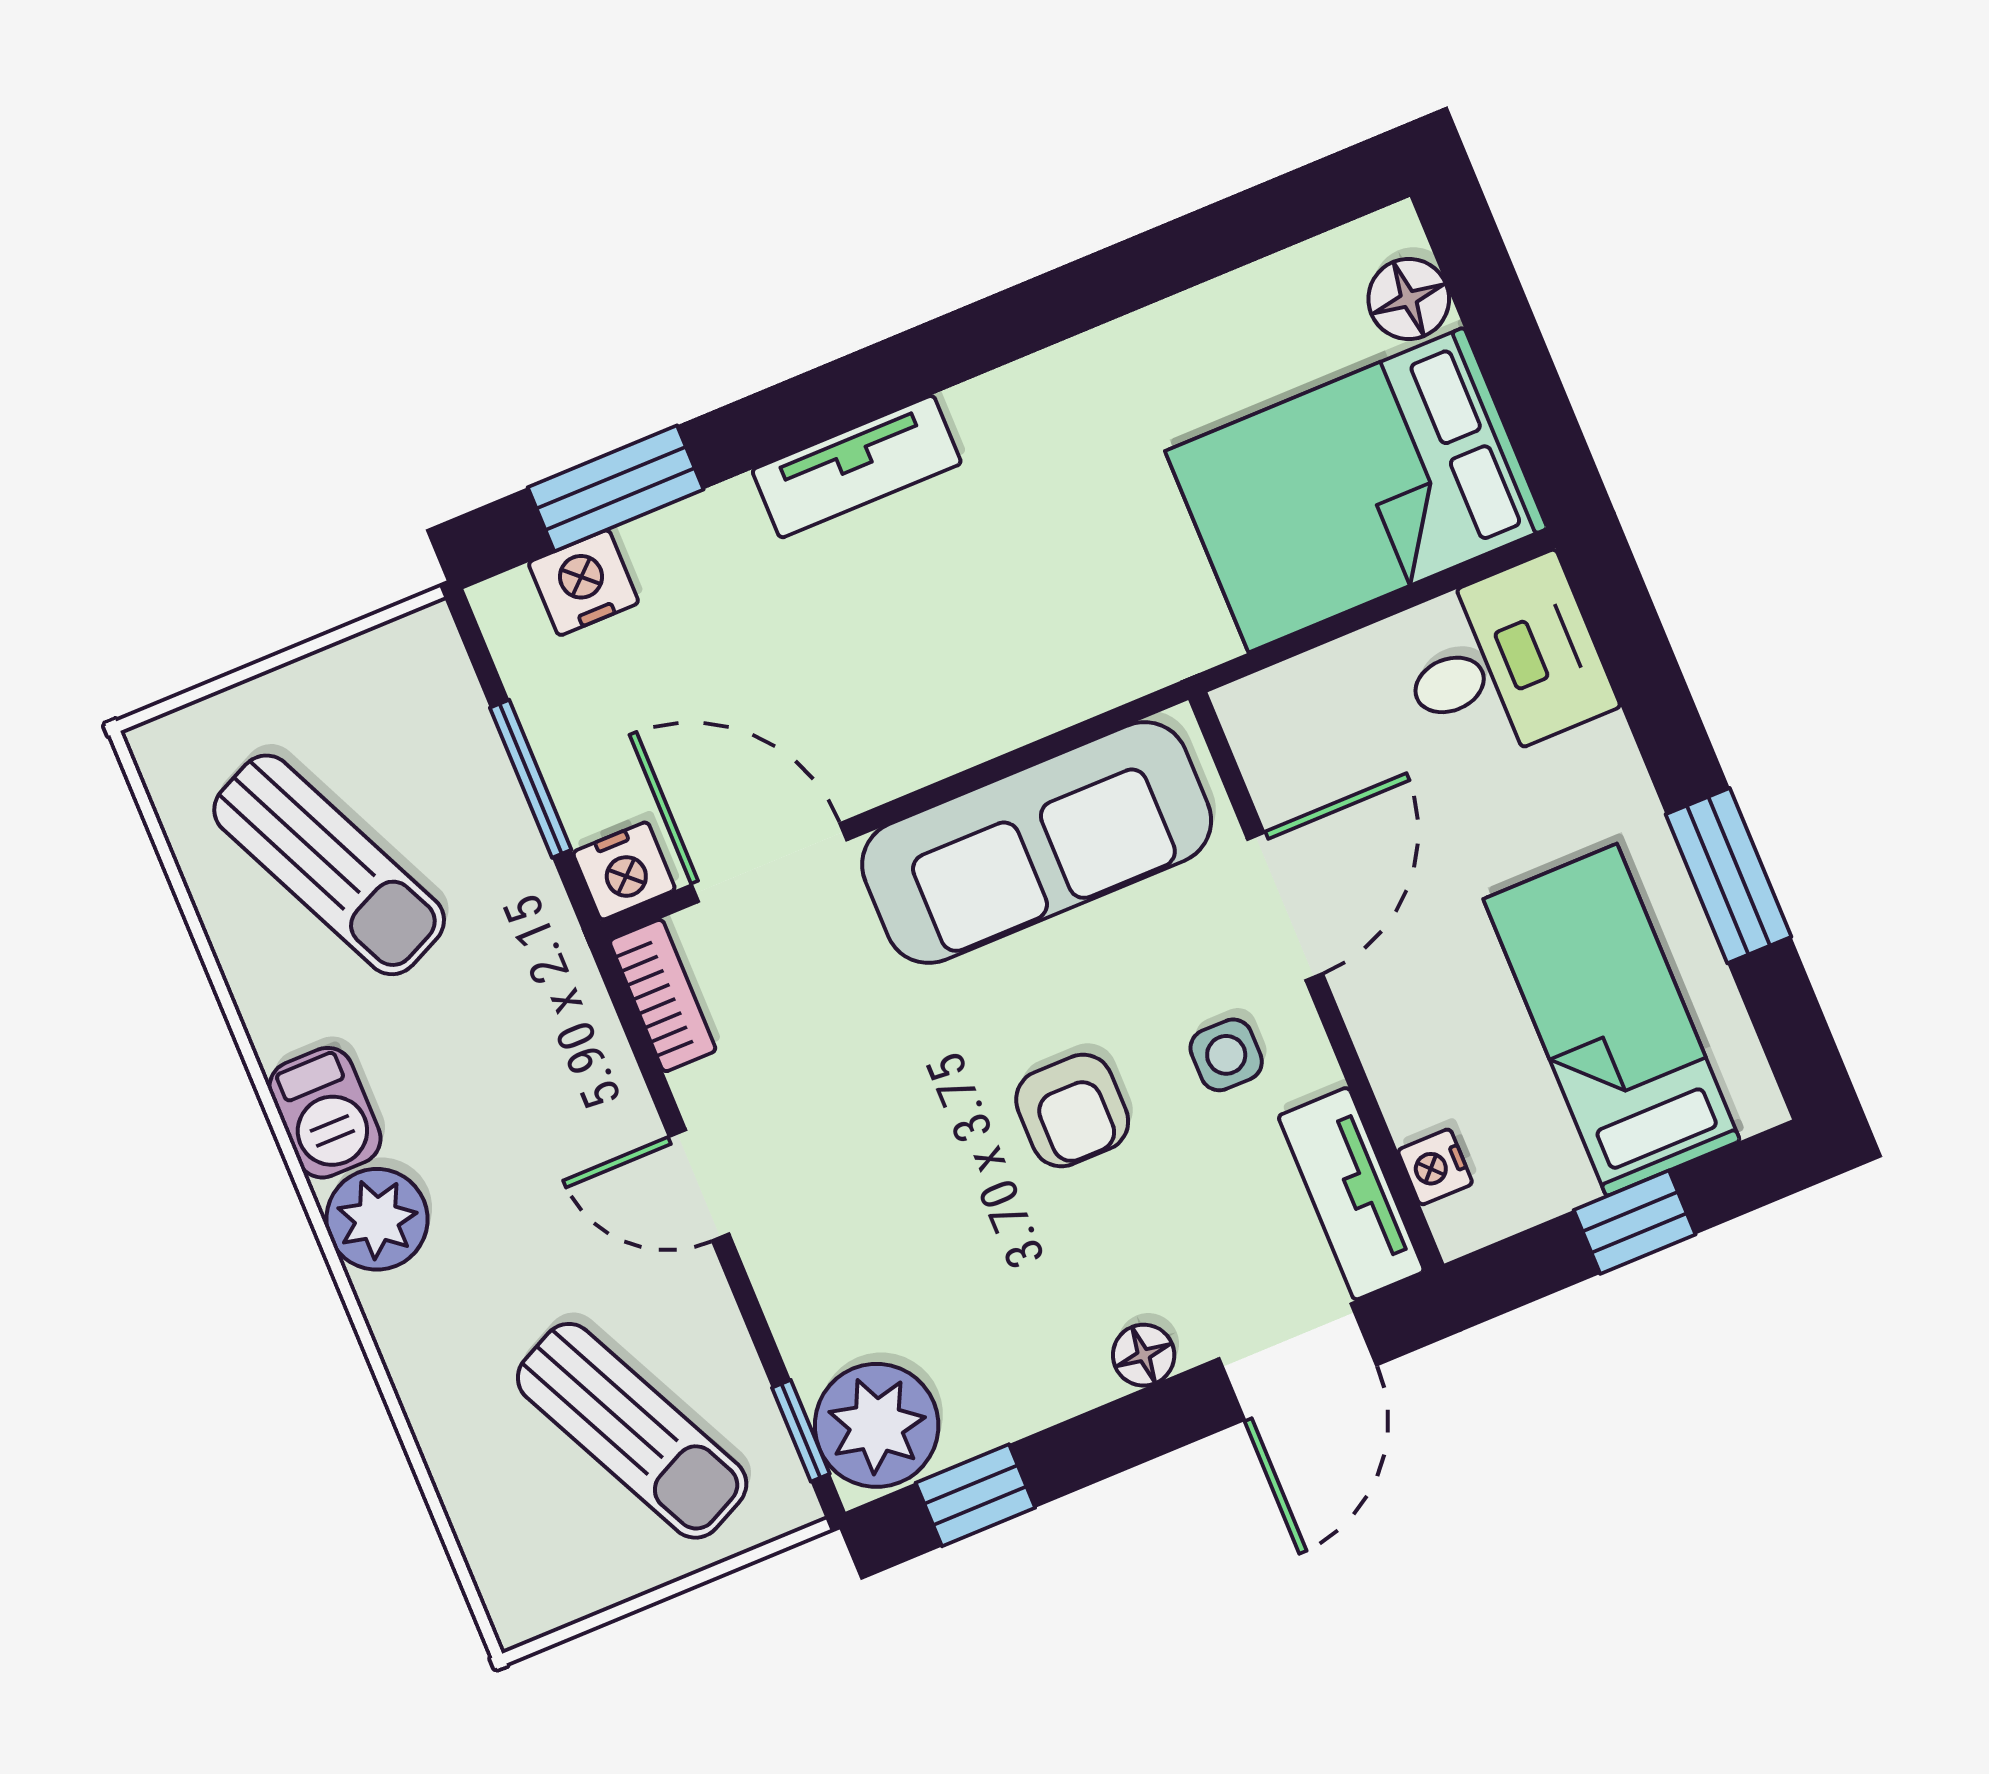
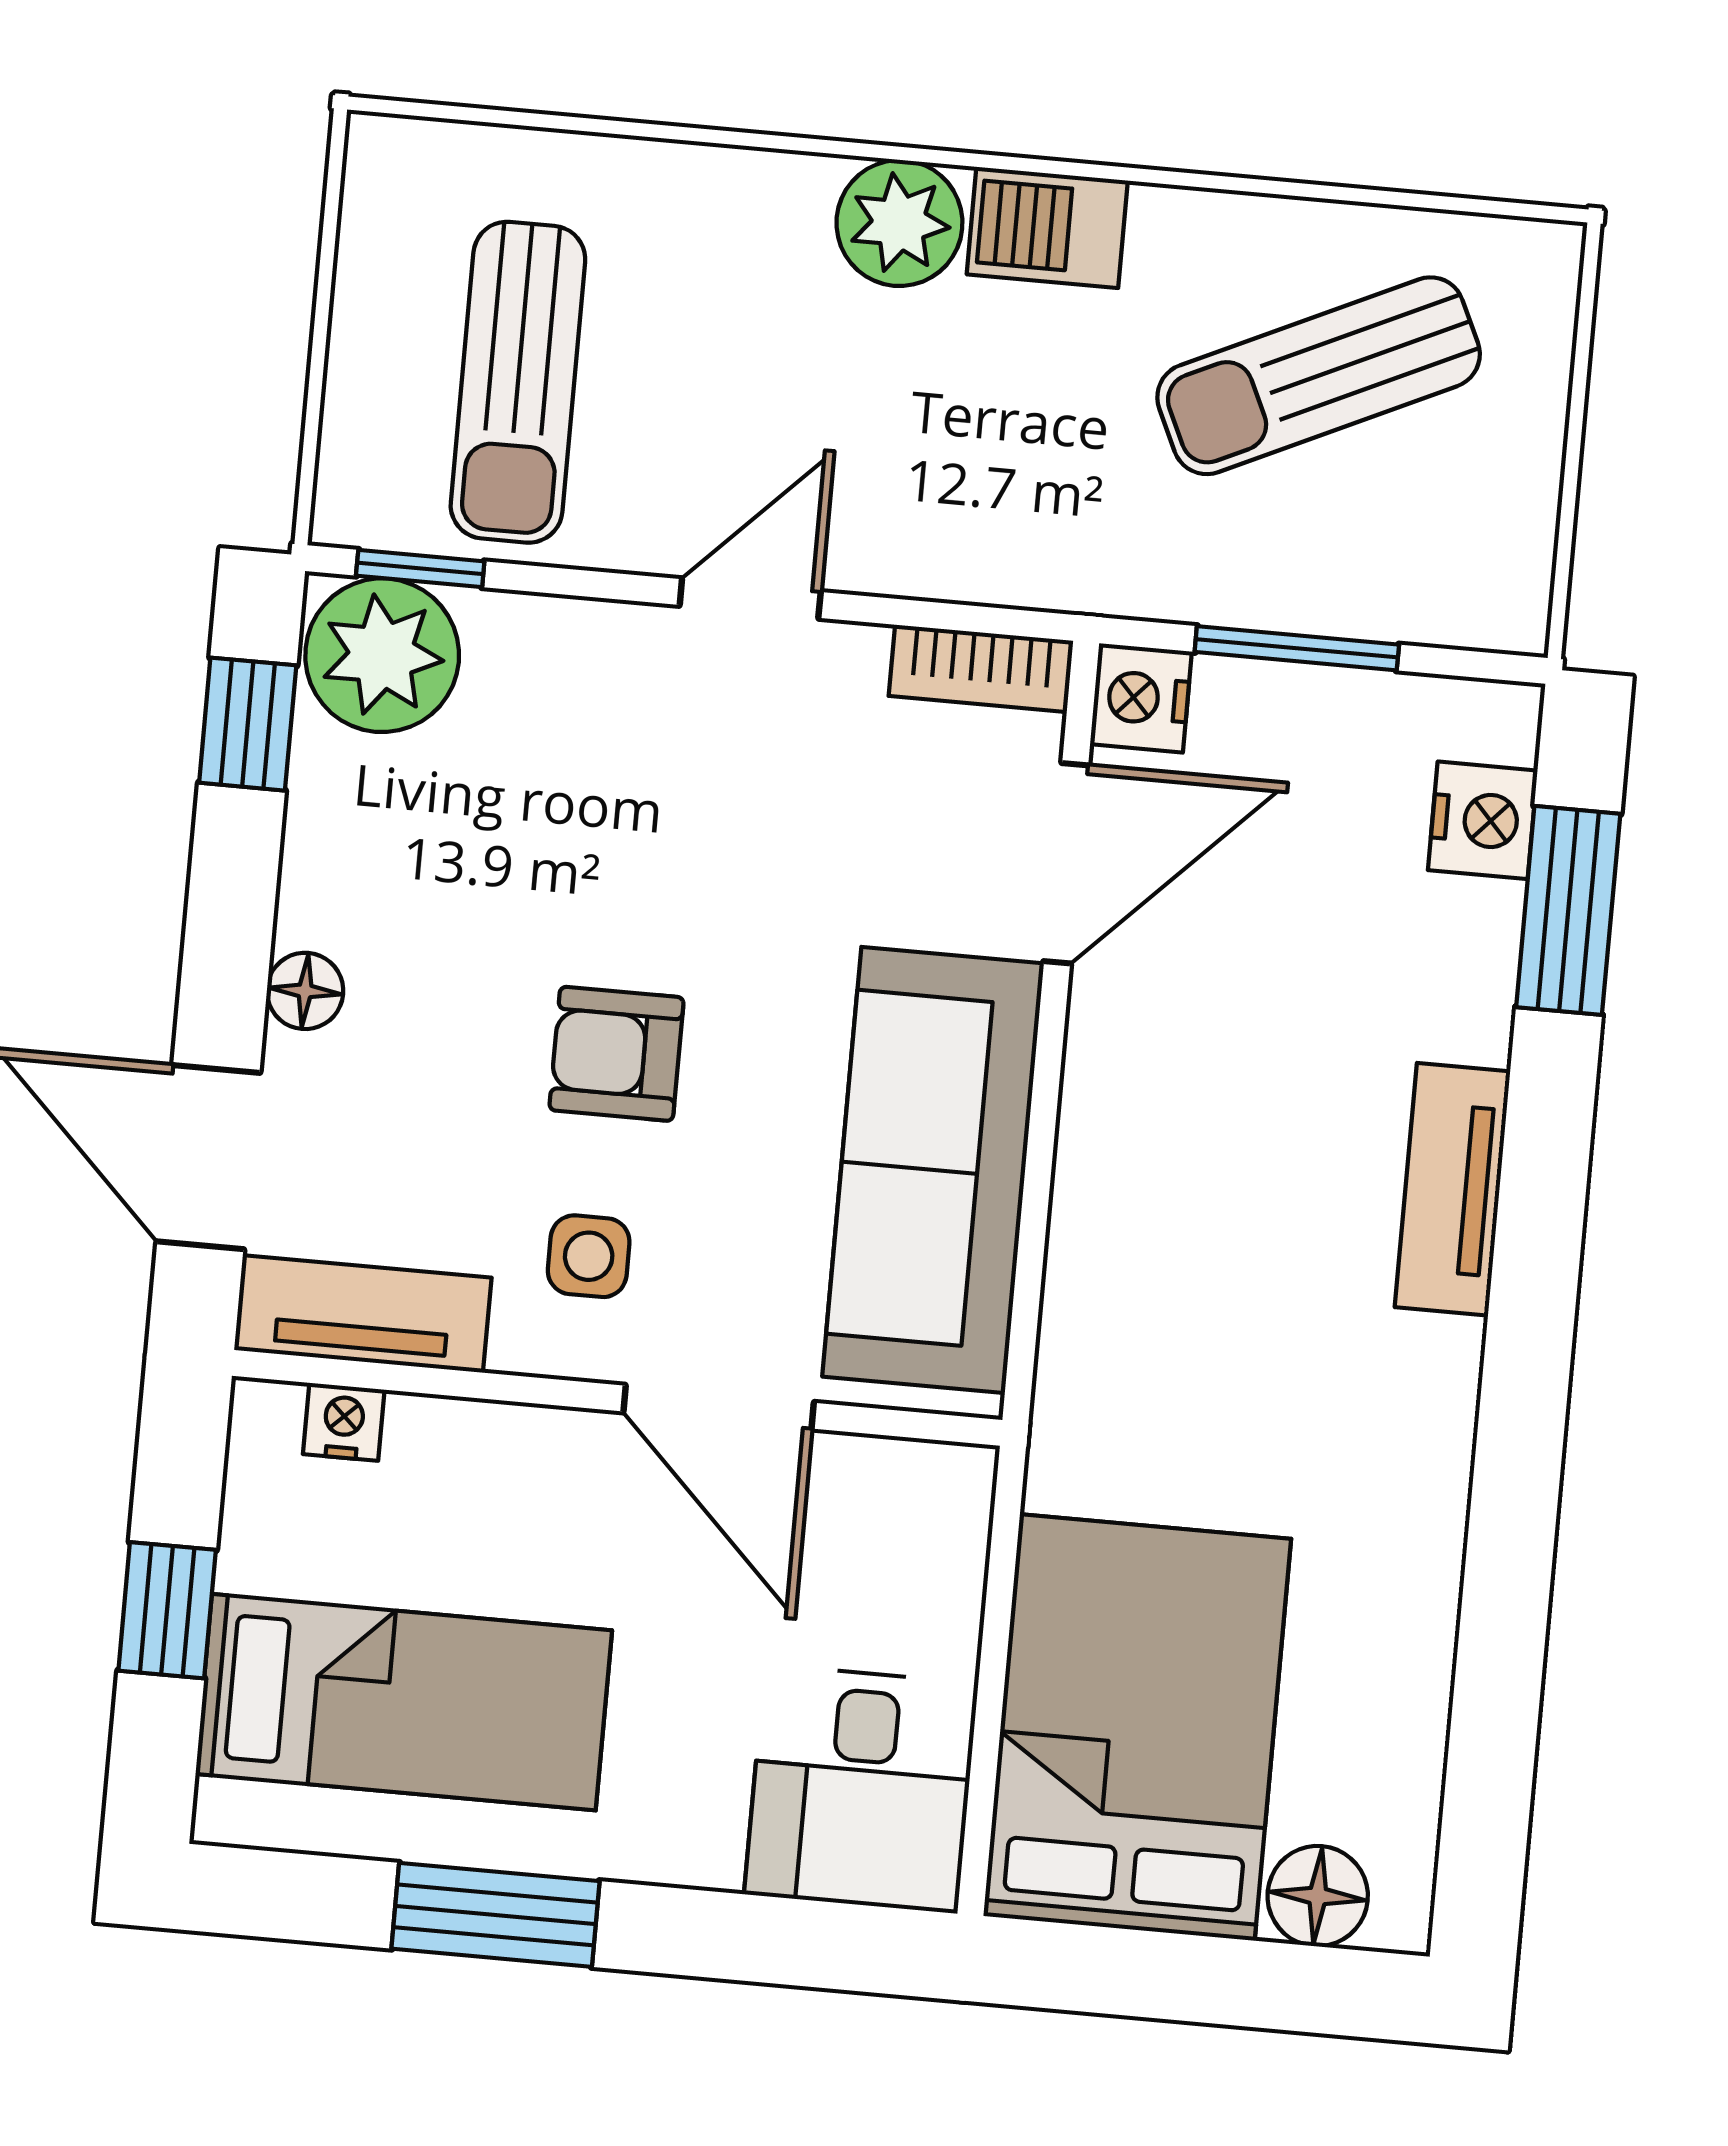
sun lounger: (632, 1431) -> (518, 382), turned -64

